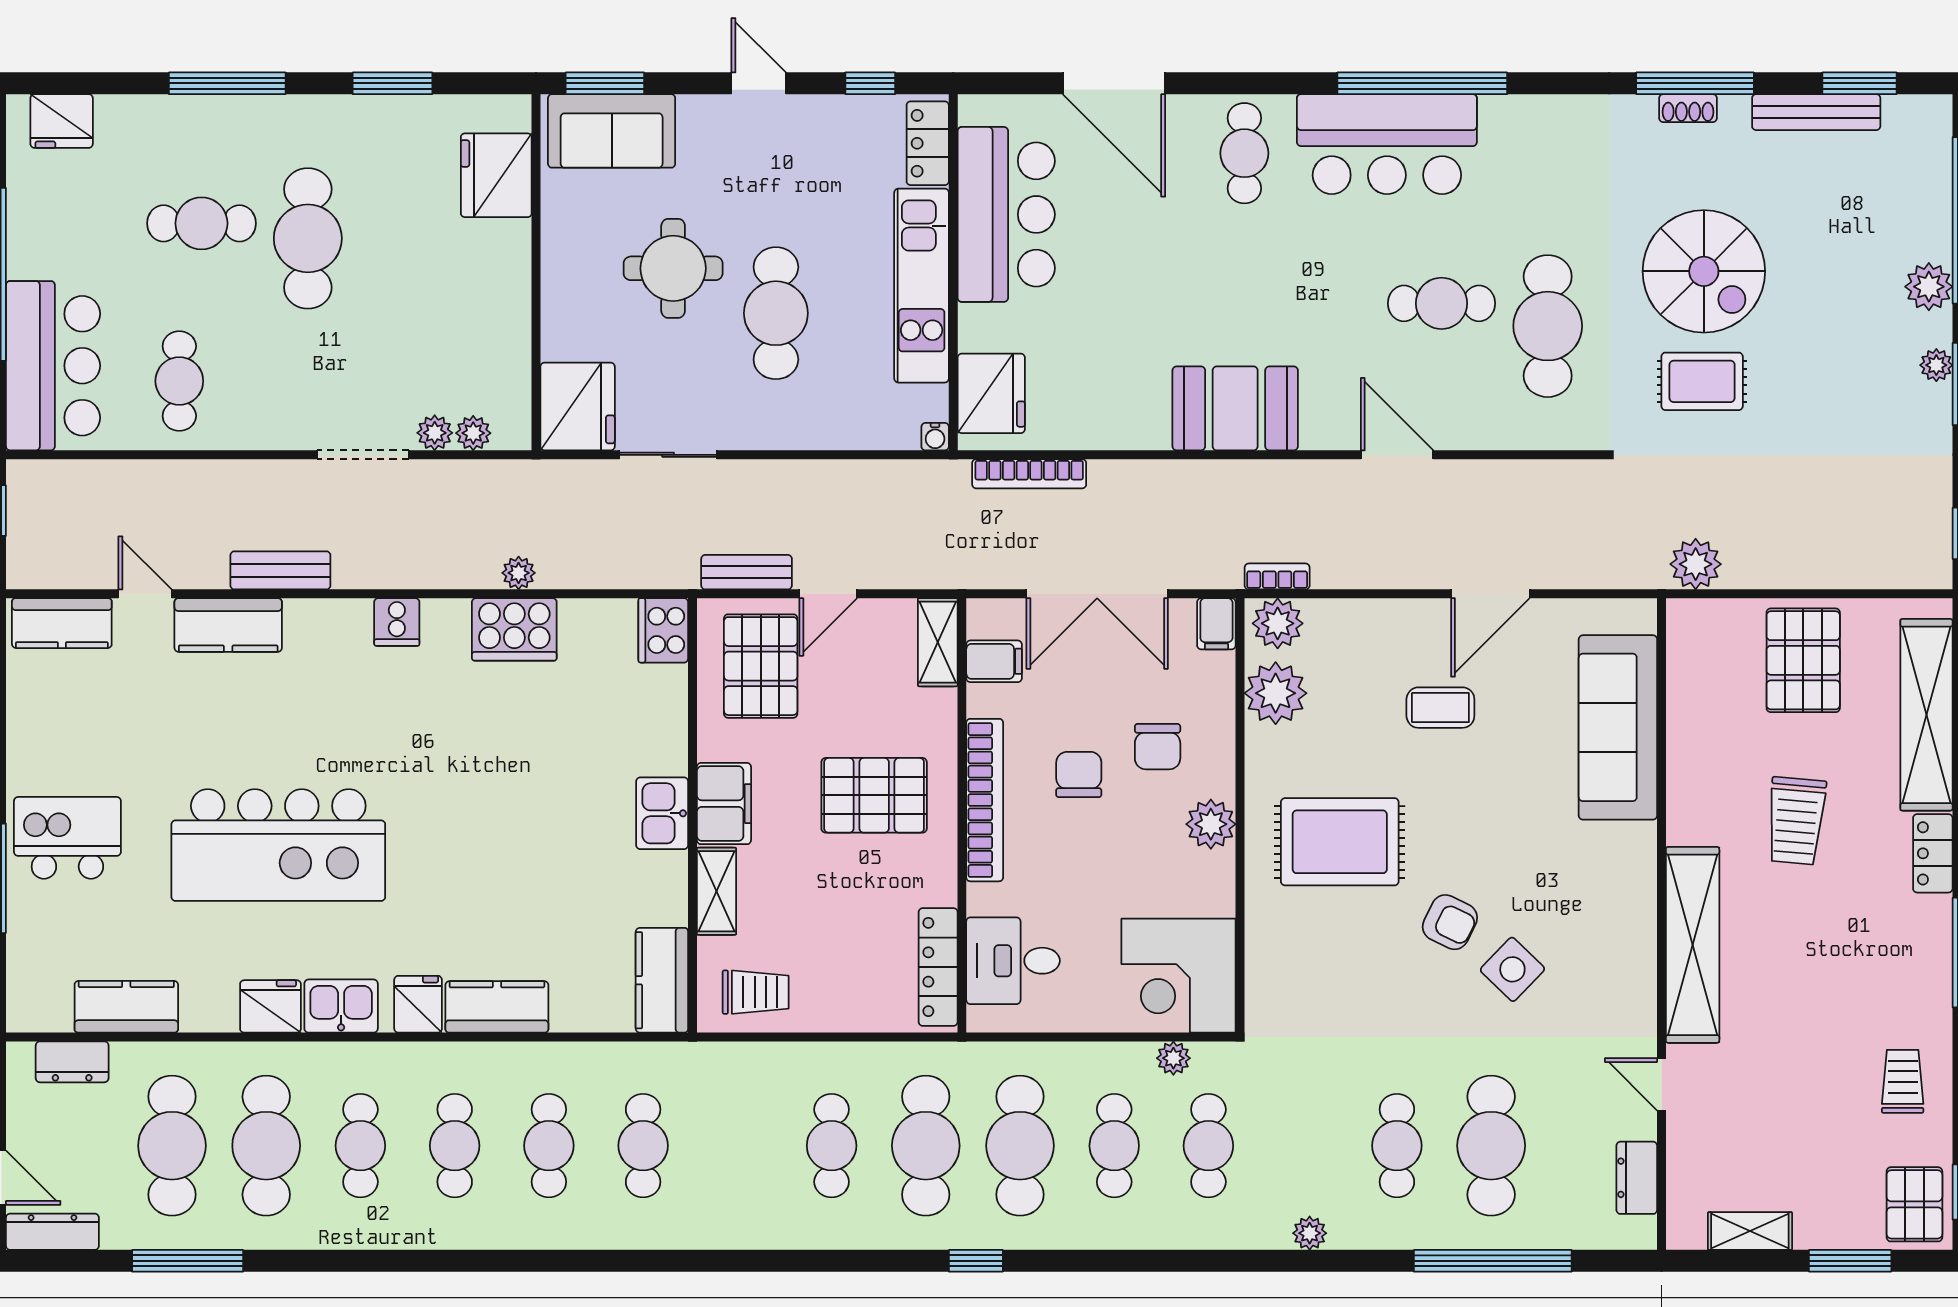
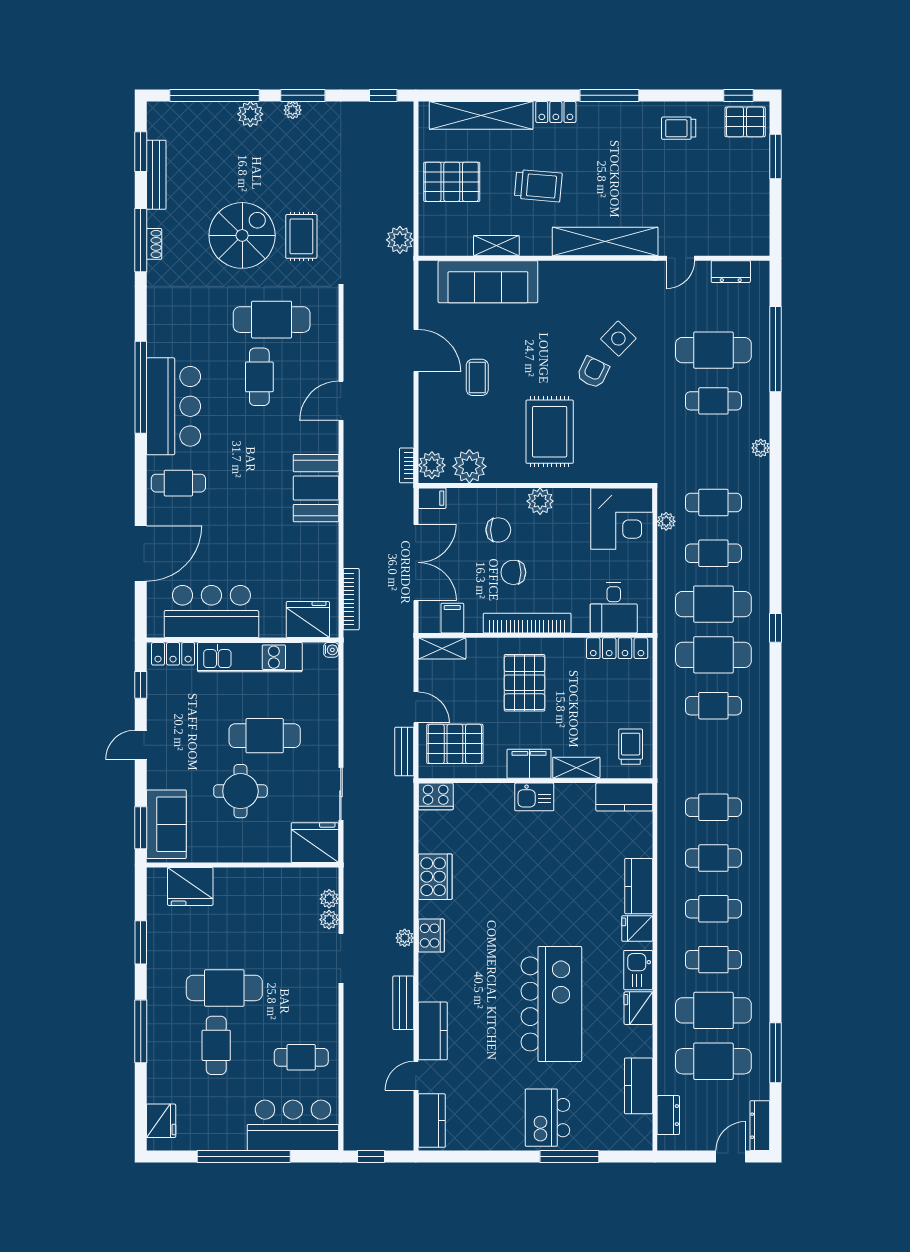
plant: (519, 573) -> (405, 938), moved
cooker: (397, 622) -> (431, 936), width x1.36
shelving: (1750, 1231) -> (496, 246), moved, turned 90

